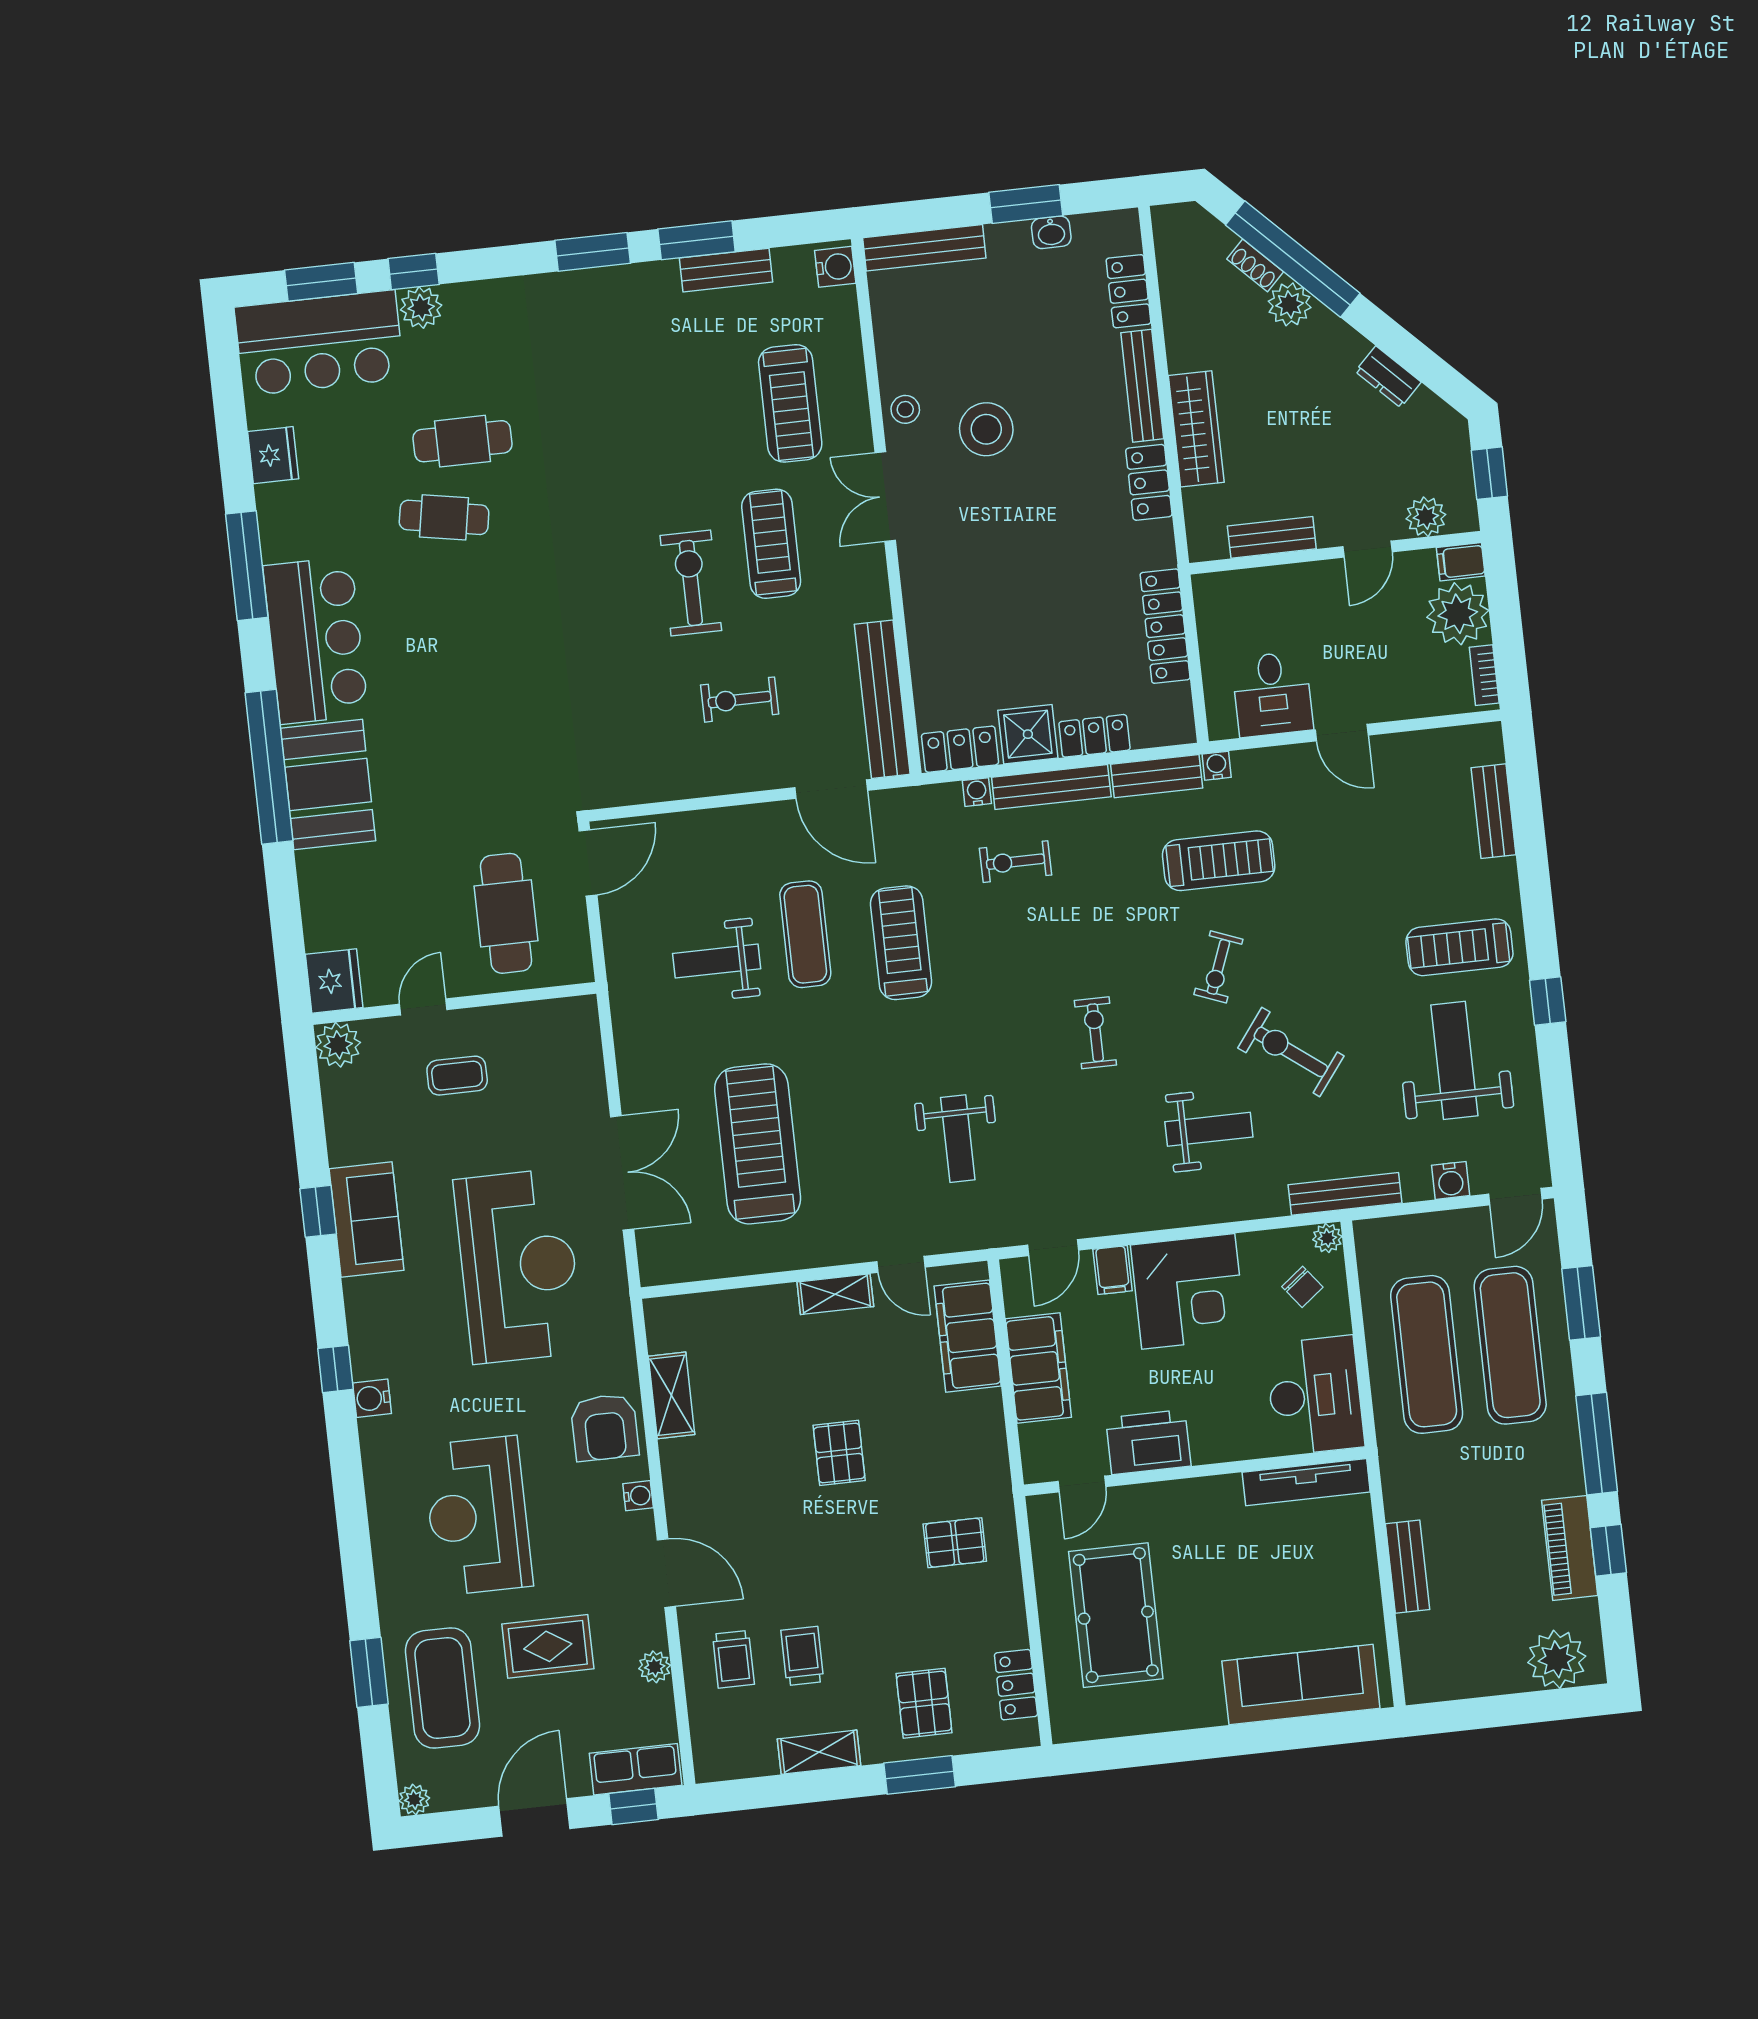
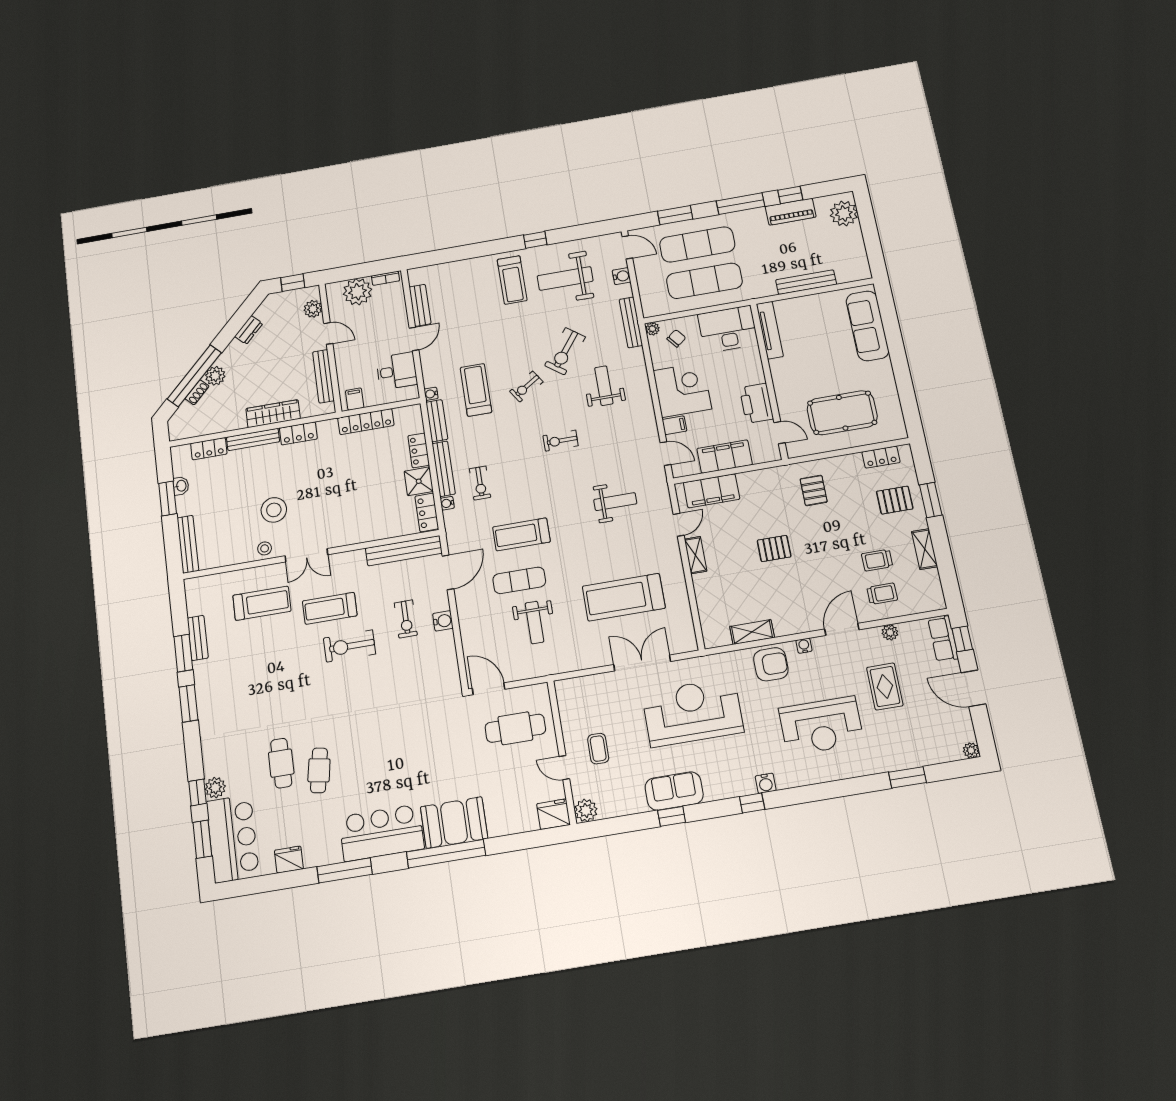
water cooler: (835, 267) -> (443, 621), moved, turned 90
bench: (1272, 537) -> (323, 376), width x1.36
filing cabinet: (1461, 562) -> (355, 399), moved, turned 180
bench: (1493, 811) -> (420, 305), moved, turned 90
exercise bike: (1218, 967) -> (526, 387), turned 126
bench: (1408, 1567) -> (806, 282), width x1.36
coffee table: (442, 1688) -> (912, 739), removed

